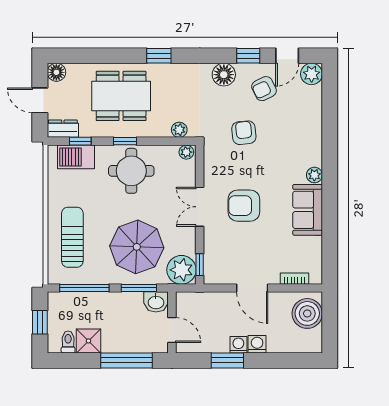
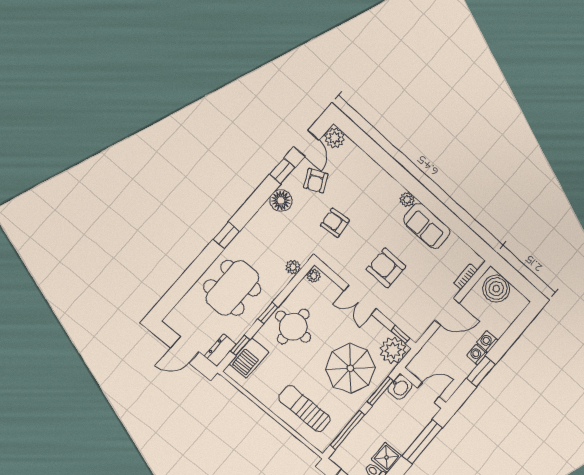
floor lamp: (56, 72) -> (174, 320), removed
armchair: (244, 206) -> (386, 268), turned 90

